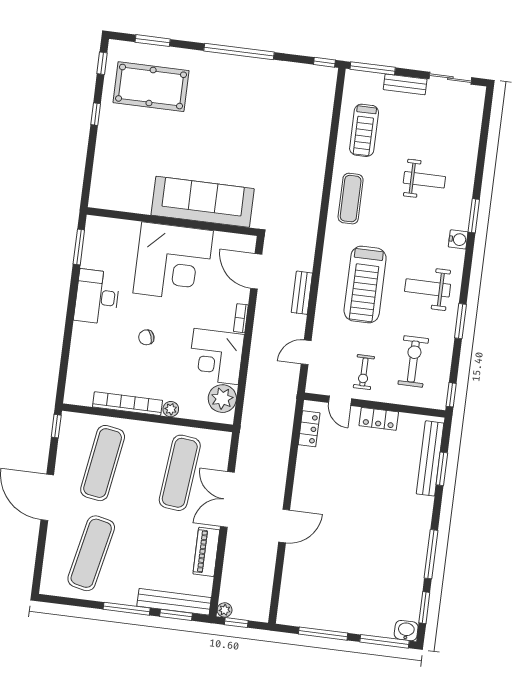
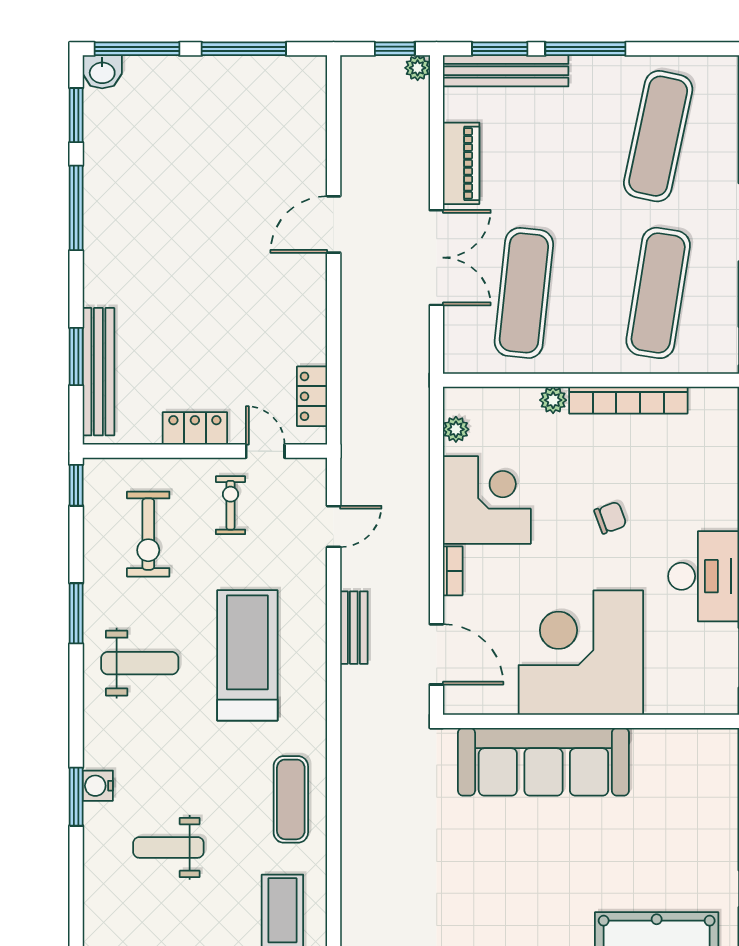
water cooler: (458, 239) -> (98, 786), moved
plant: (222, 399) -> (456, 429), width x0.53, depth x0.53

